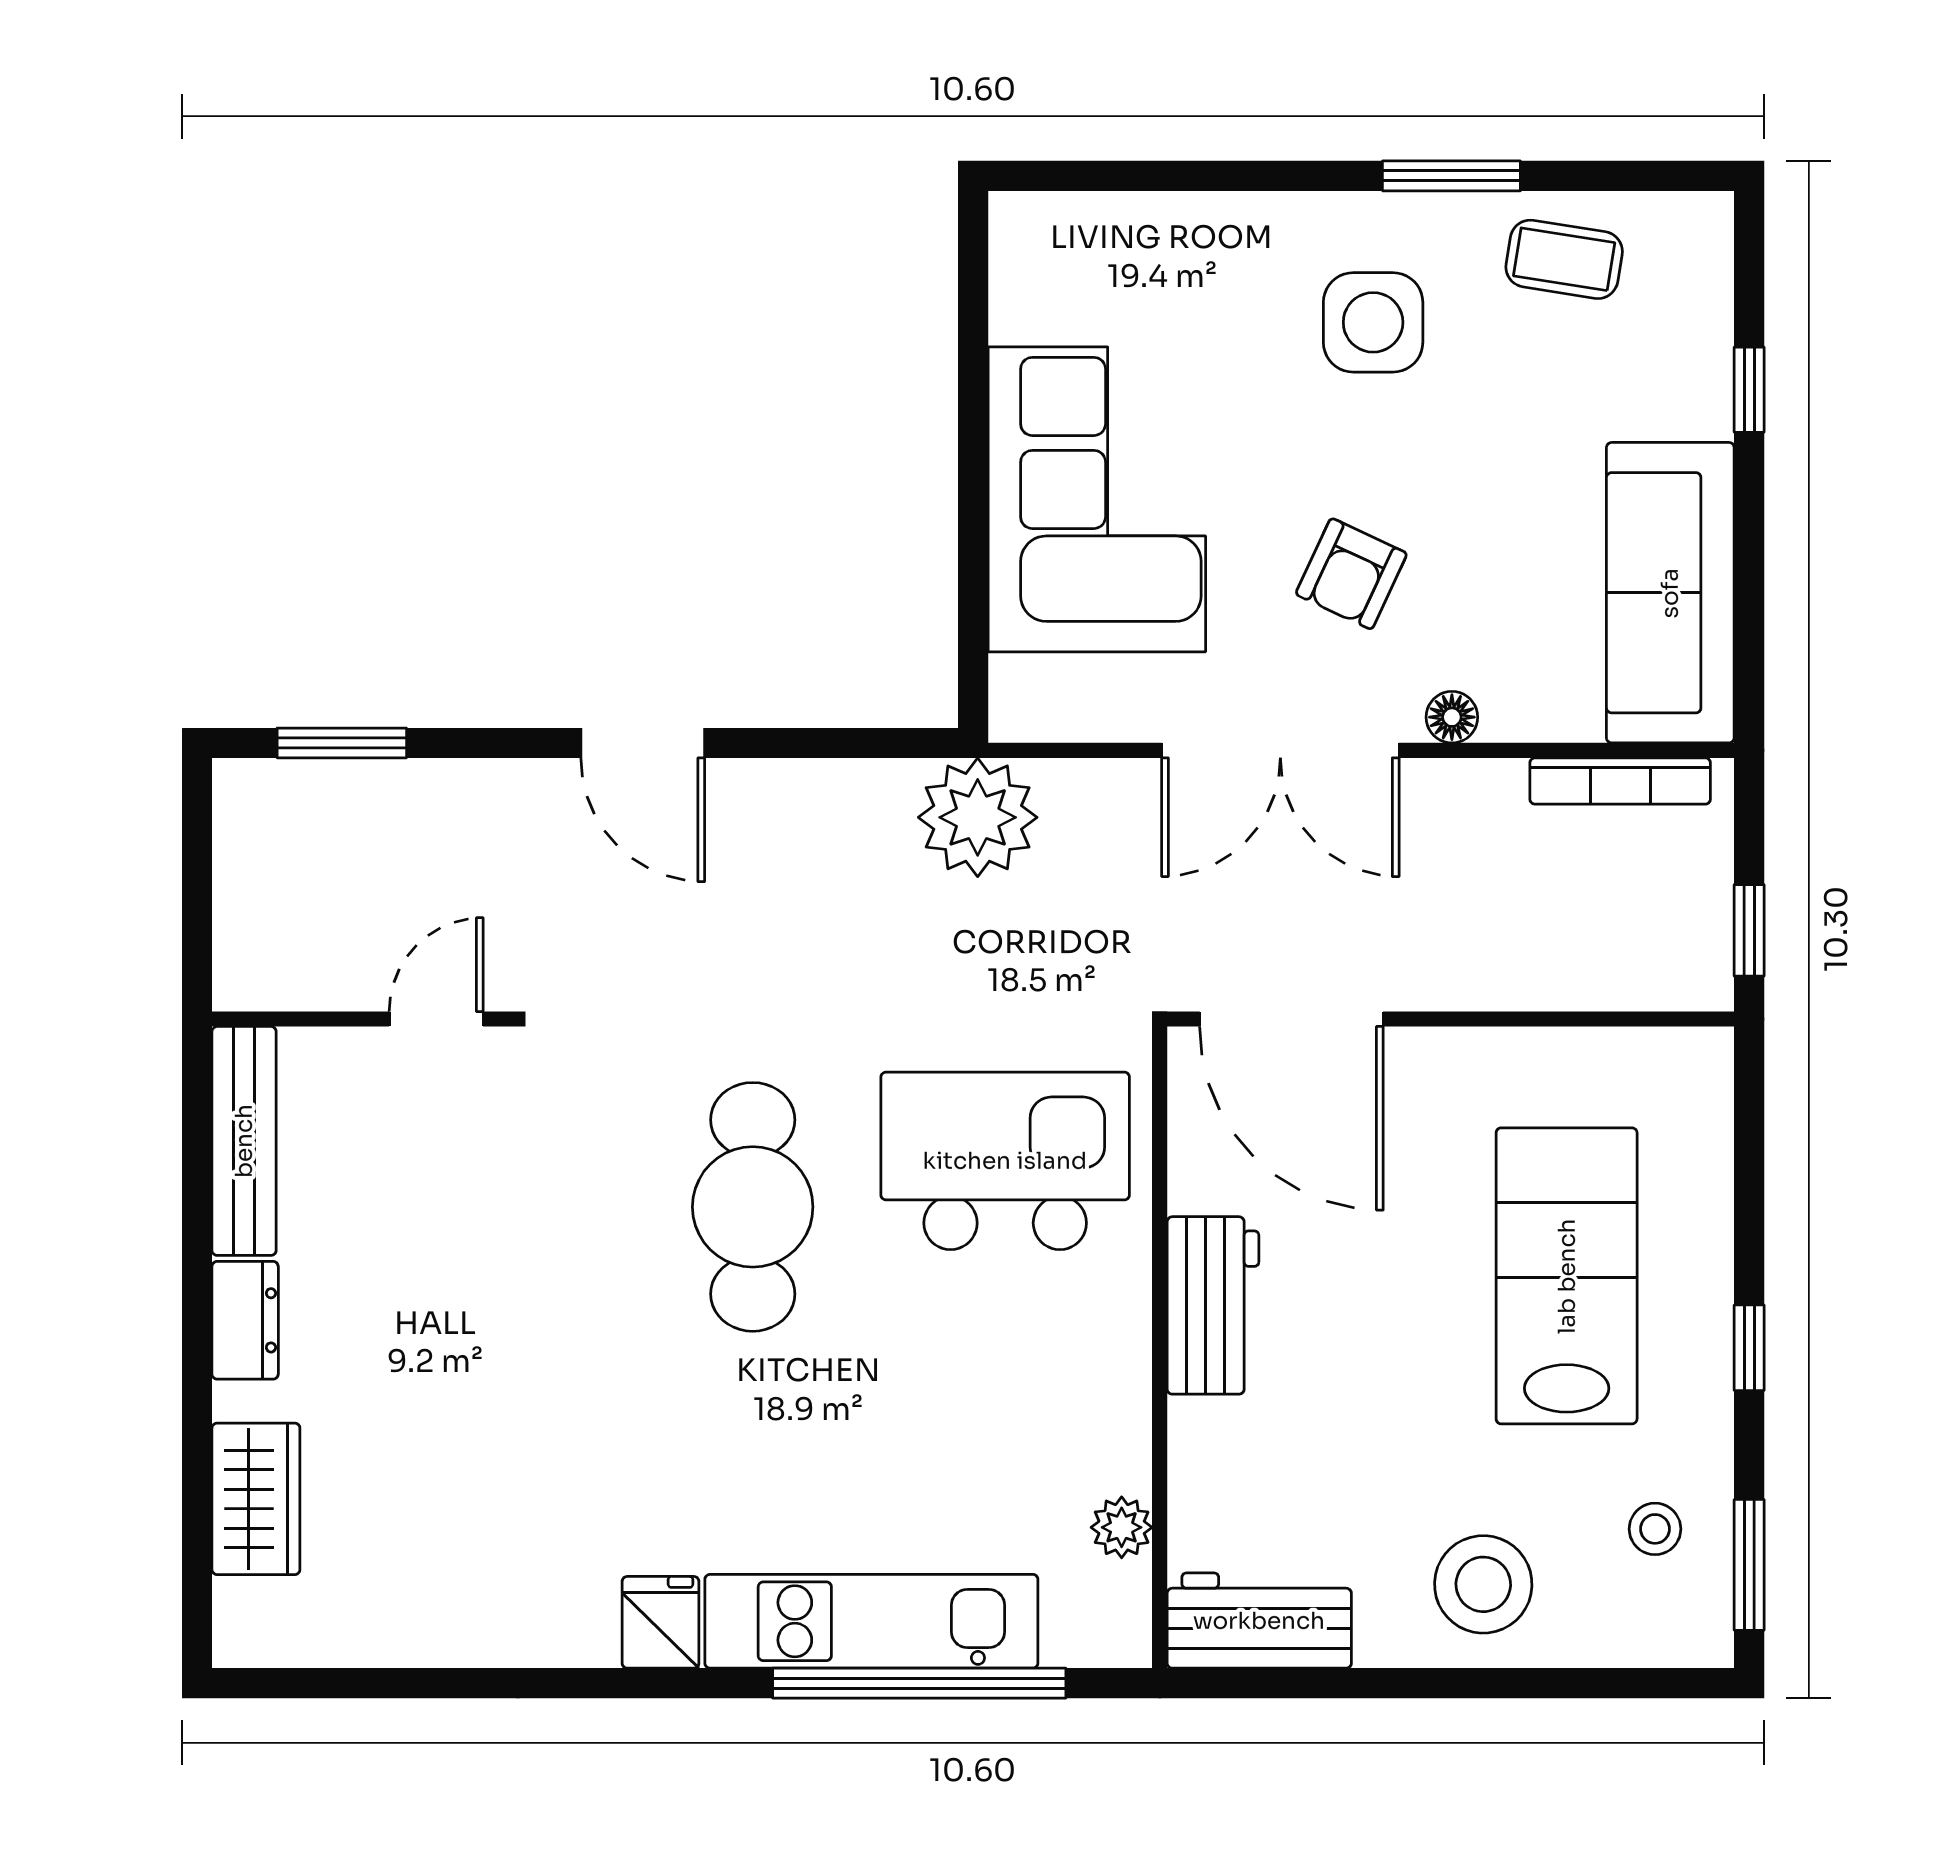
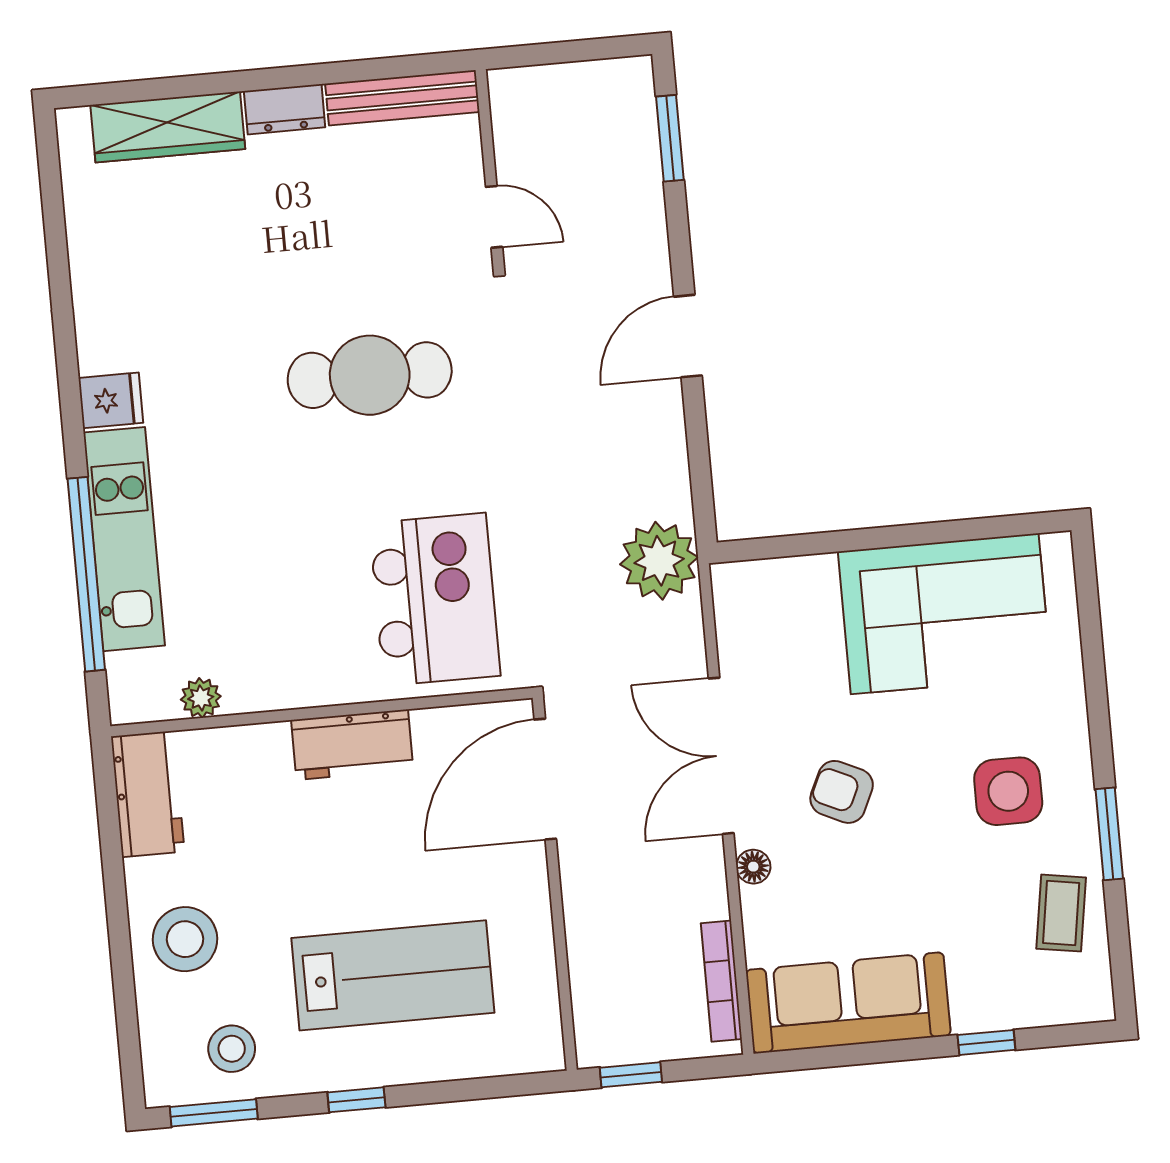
corner sofa: (1097, 499) -> (945, 614), moved
cafe table: (753, 1207) -> (370, 375), moved
wardrobe: (256, 1499) -> (168, 127), width x1.50
stool: (1655, 1529) -> (232, 1049), width x1.37, depth x1.37

